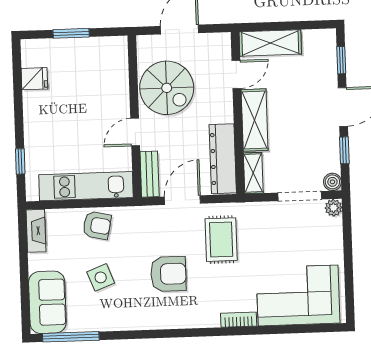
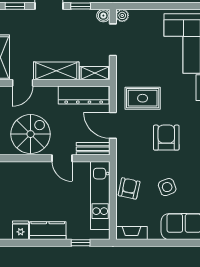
door: (236, 74) -> (23, 83), swing flipped
kitchen counter: (35, 116) -> (48, 231), added

